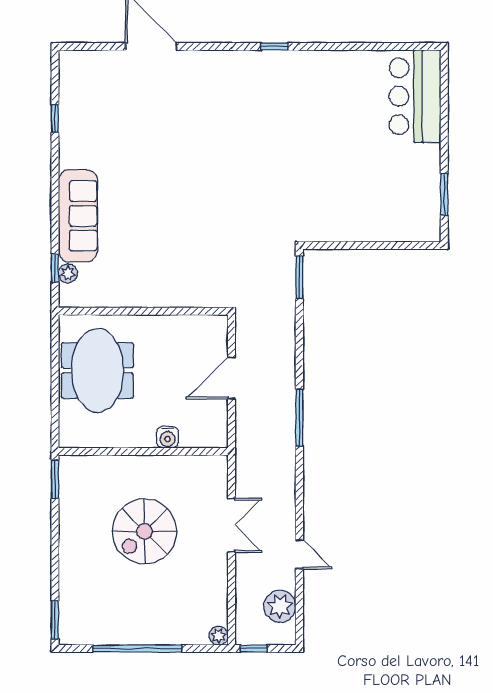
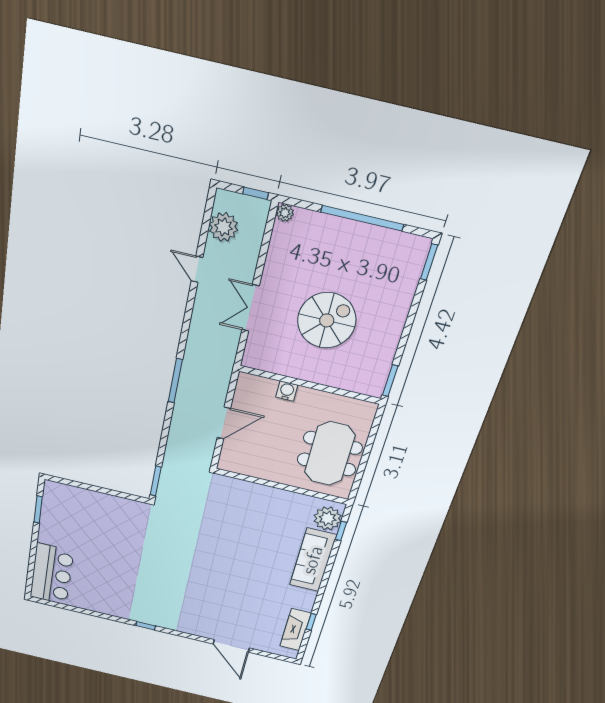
fireplace: (72, 99) -> (295, 630), added
plant: (68, 273) -> (328, 518), width x1.88, depth x1.88

